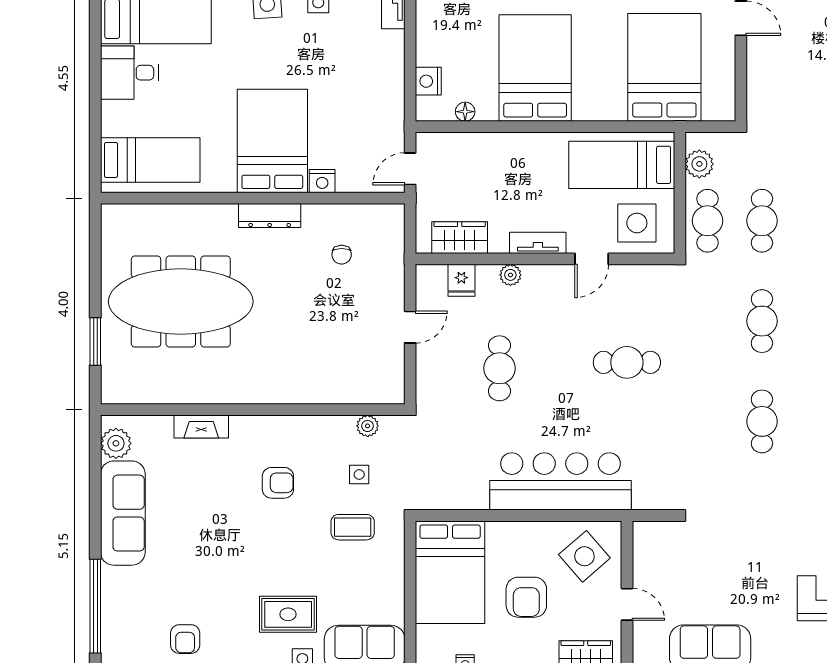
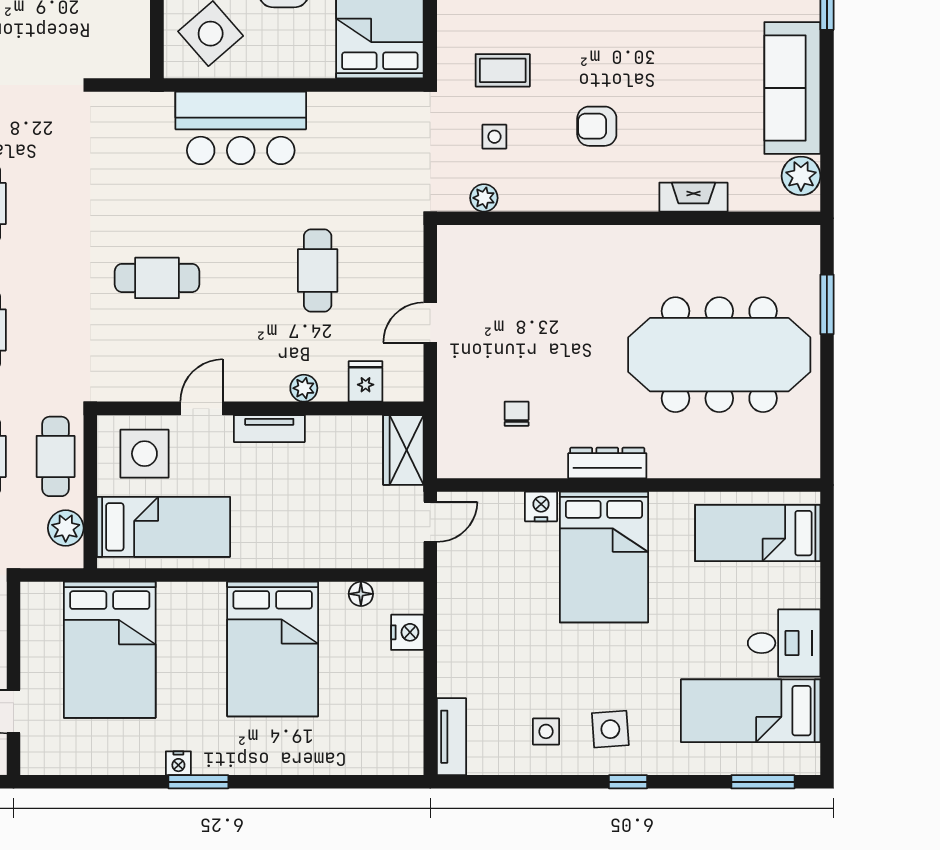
wardrobe: (460, 238) -> (403, 450), moved, turned 90
bar counter: (560, 481) -> (241, 128), width x0.73

